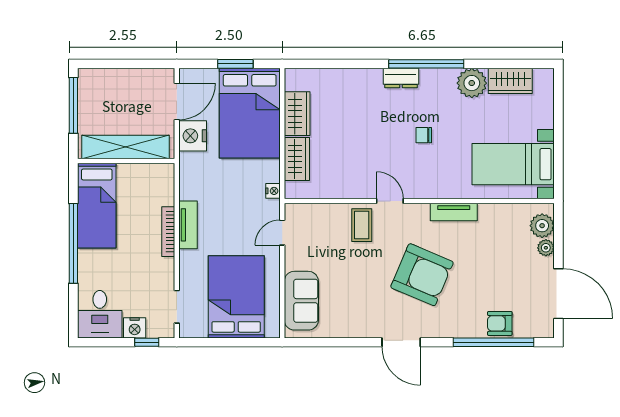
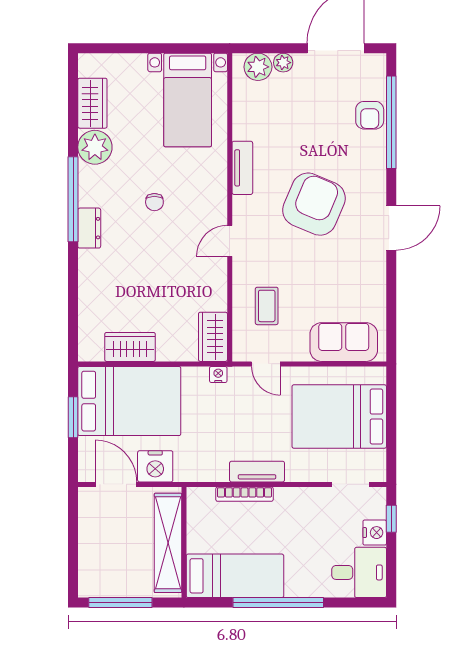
wardrobe: (297, 159) -> (213, 337), moved, turned -90
coffee table: (362, 225) -> (267, 306), moved, turned 90
bookcase: (168, 232) -> (244, 494), moved

